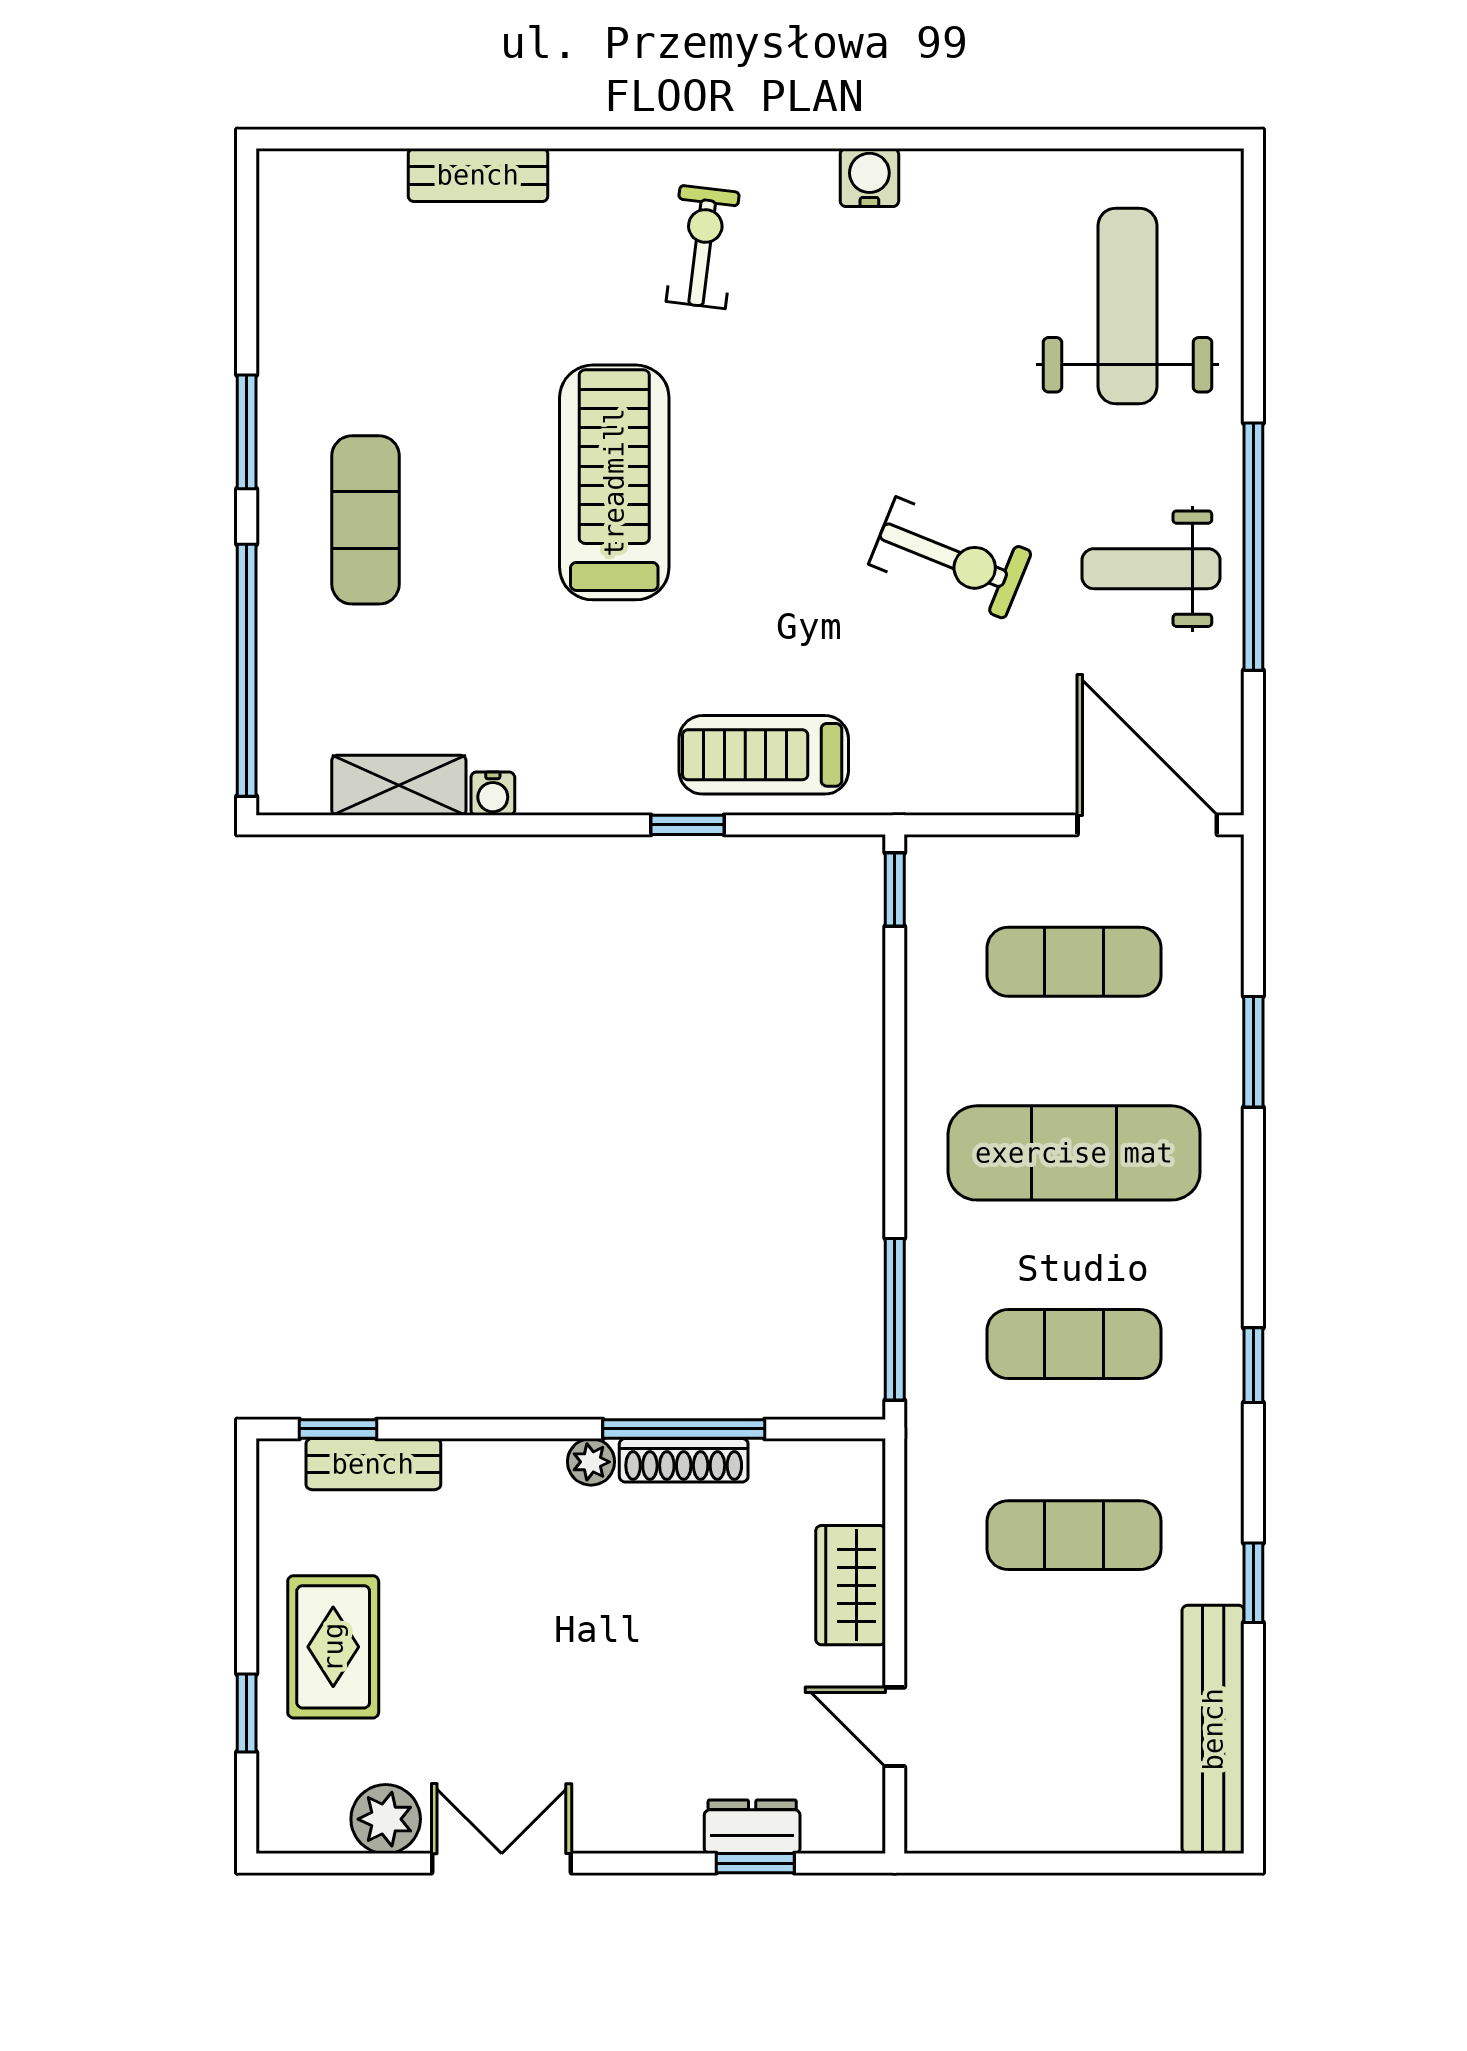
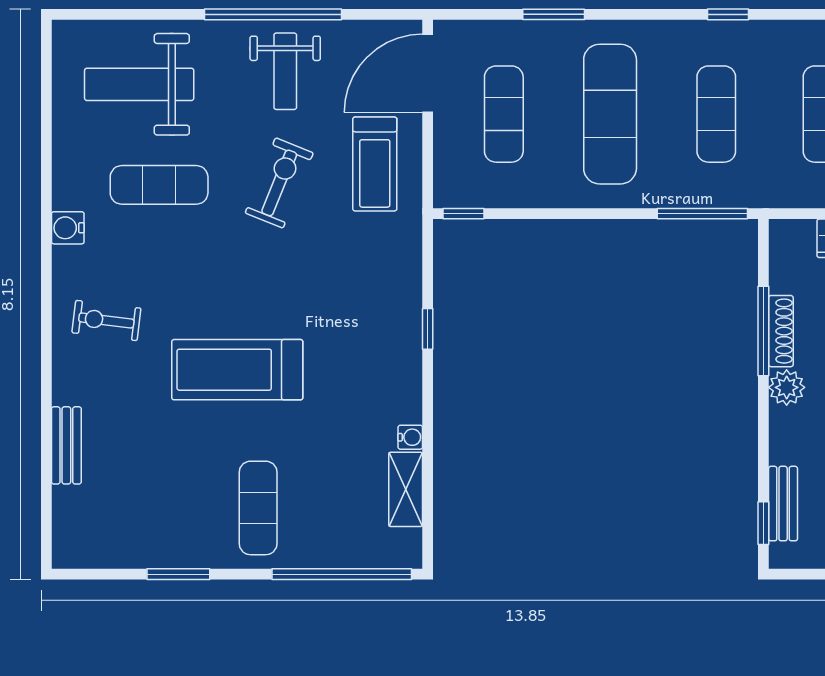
exercise mat: (947, 342) -> (159, 185), added
window: (247, 432) -> (178, 574), moved
exercise mat: (366, 520) -> (258, 508), turned 90
treadmill: (764, 755) -> (375, 164), moved
plant: (591, 1462) -> (787, 387), width x1.38, depth x1.38

